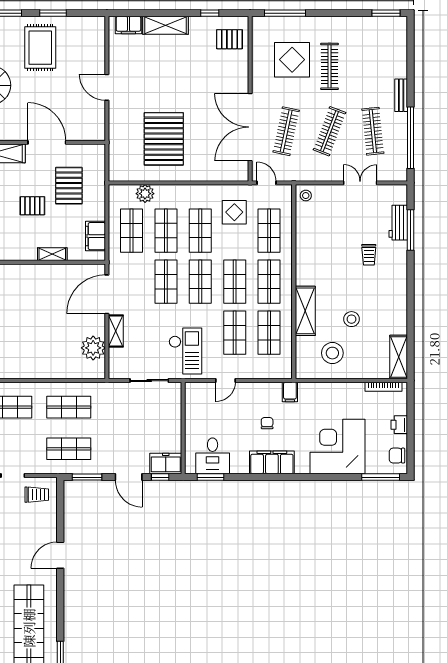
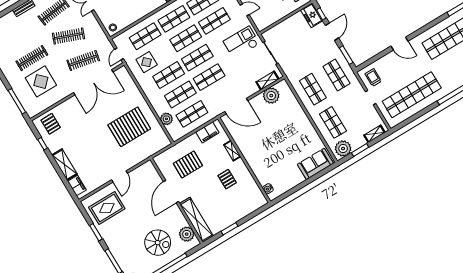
rug: (40, 48) -> (107, 208), moved
pallet: (32, 206) -> (227, 179), moved
shelving: (116, 331) -> (267, 80), moved

